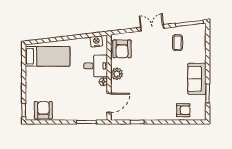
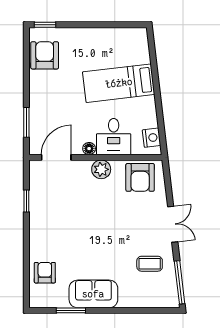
armchair: (122, 49) -> (140, 177), turned -90
bed: (48, 56) -> (119, 83), moved, turned 83
door: (109, 103) -> (56, 157), swing flipped
armchair: (43, 110) -> (45, 55), turned -90
armchair: (183, 110) -> (45, 273), turned 180

